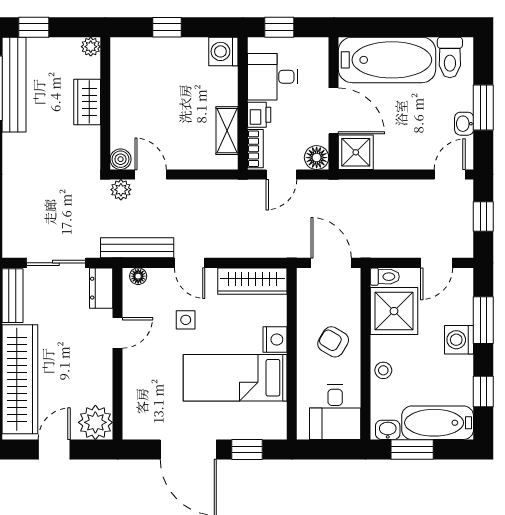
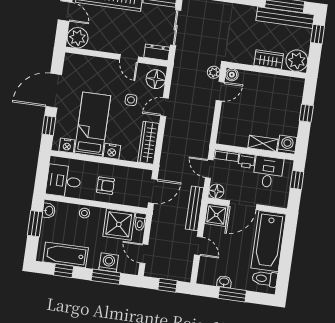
plant: (91, 47) -> (297, 61), width x1.87, depth x1.87
shelving: (227, 131) -> (263, 143), moved
door: (450, 174) -> (198, 246), moved
bench: (137, 248) -> (195, 208), moved
floor lamp: (138, 276) -> (156, 79), width x1.89, depth x1.89
washing machine: (459, 340) -> (109, 262), moved
armchair: (333, 342) -> (106, 186), turned 59
nightstand: (276, 415) -> (67, 146), added
bathtub: (438, 423) -> (66, 255), moved, turned -90

